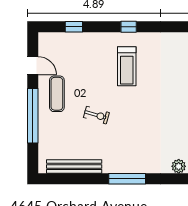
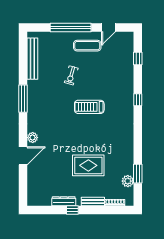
treadmill: (127, 66) -> (89, 107), moved

